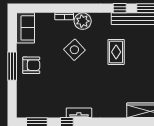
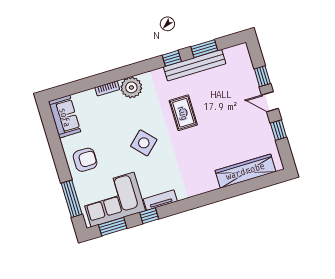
side table: (74, 50) -> (144, 143), moved
window: (12, 66) -> (72, 199), moved
corner sofa: (43, 102) -> (113, 200), added

